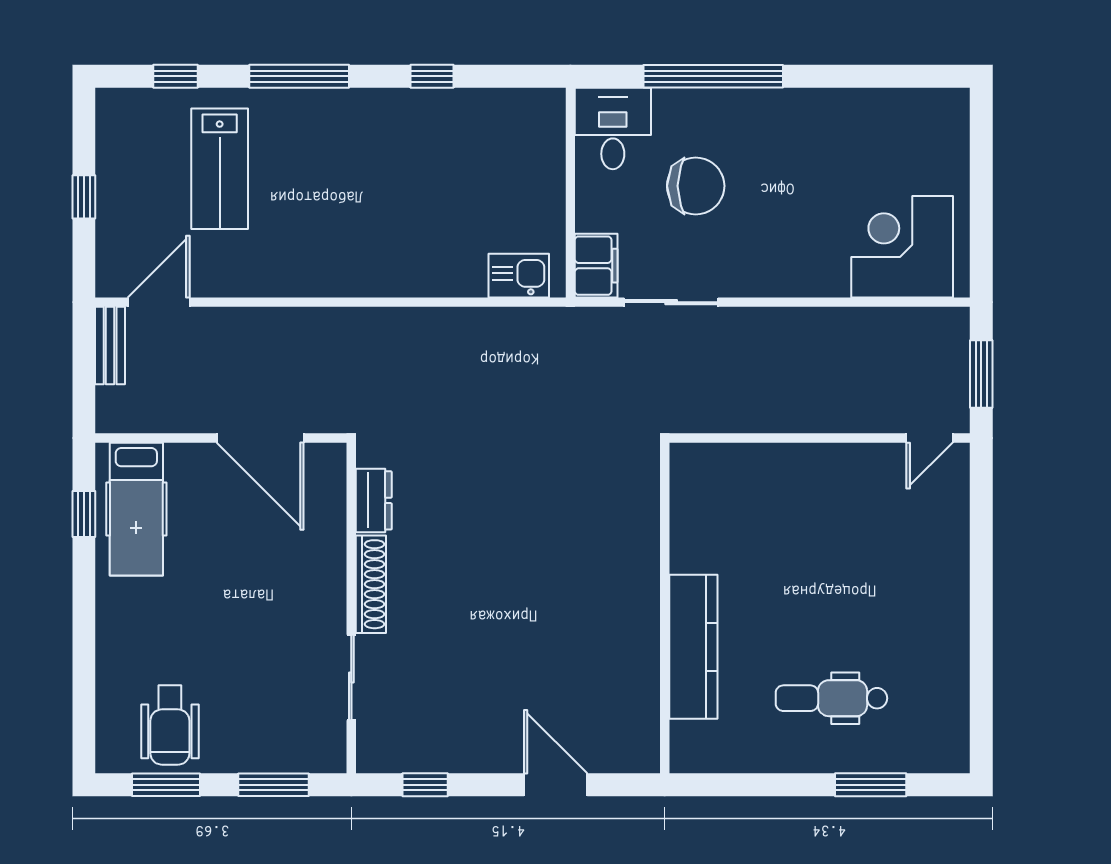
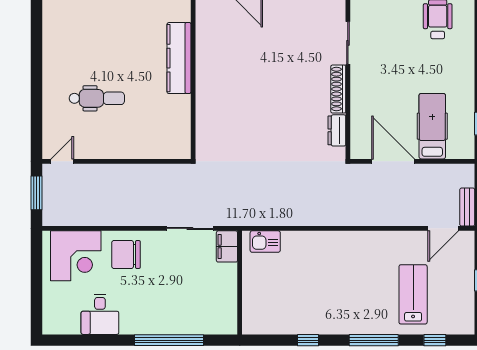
desk: (613, 128) -> (100, 314), moved
chair: (696, 186) -> (126, 254), moved
hospital bed: (136, 509) -> (432, 126), moved
dental chair: (831, 698) -> (97, 98), moved

